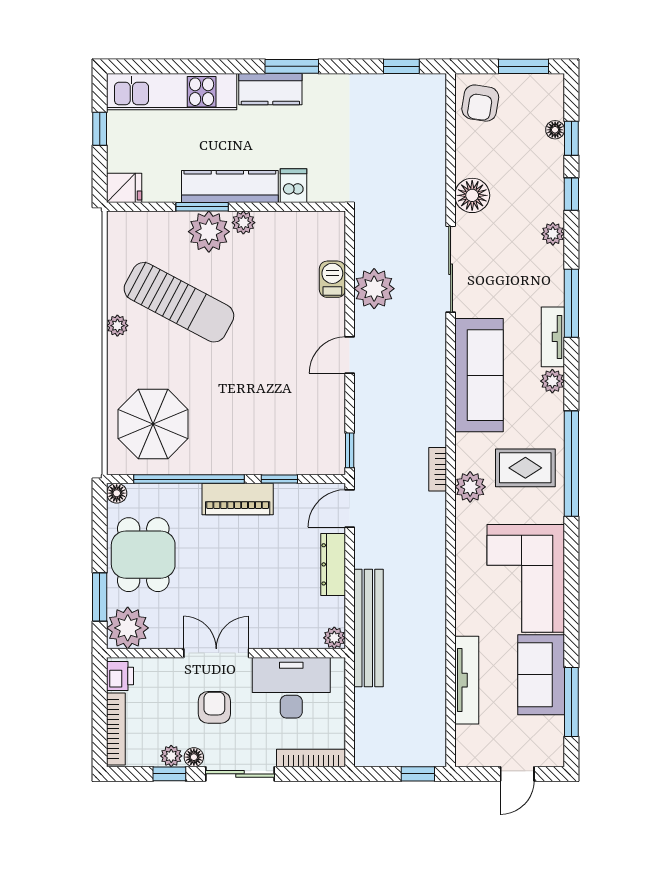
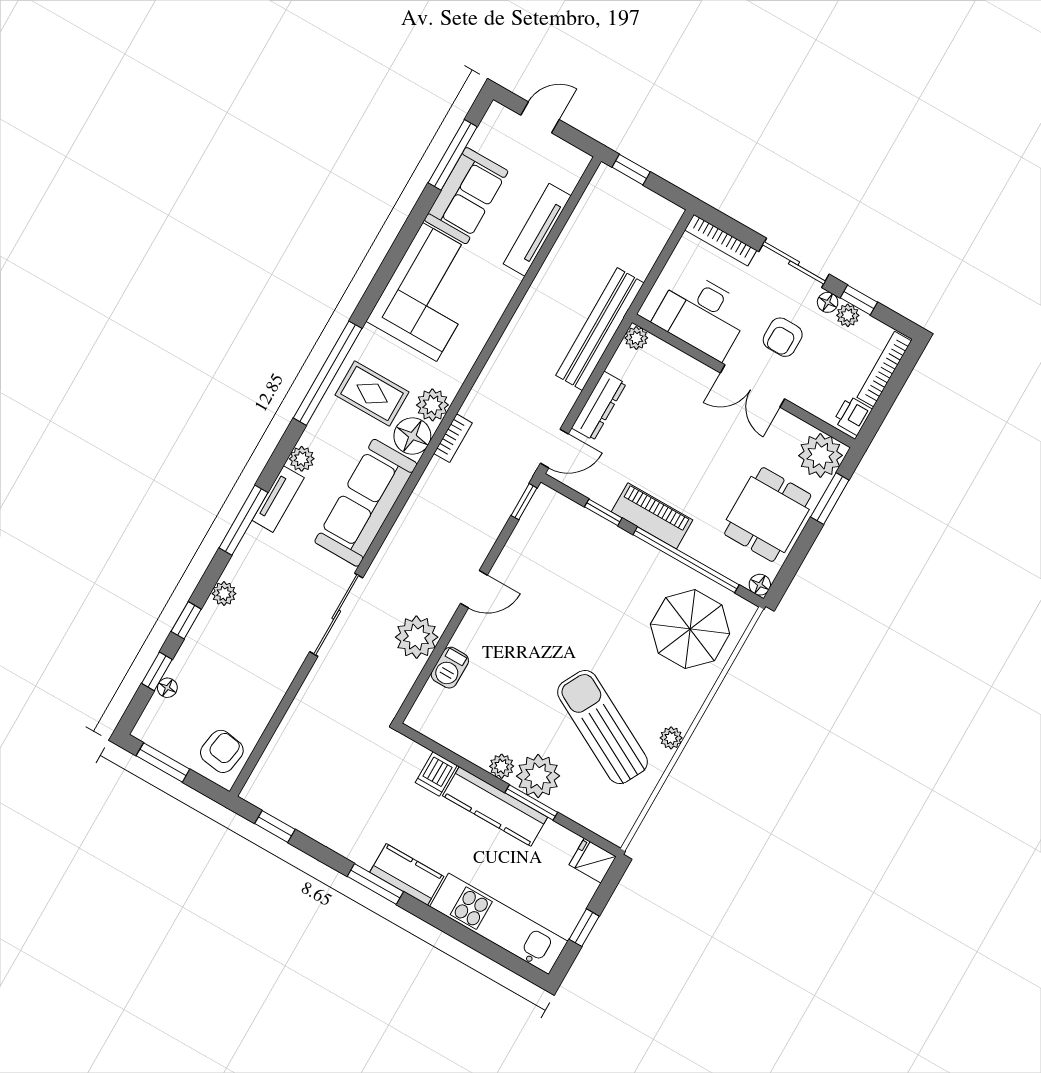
floor lamp: (472, 195) -> (412, 436), moved

